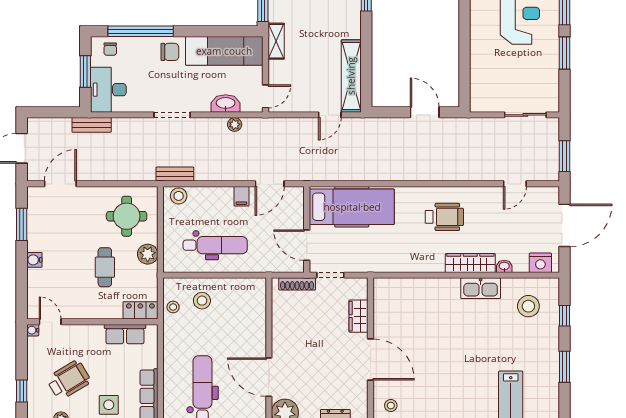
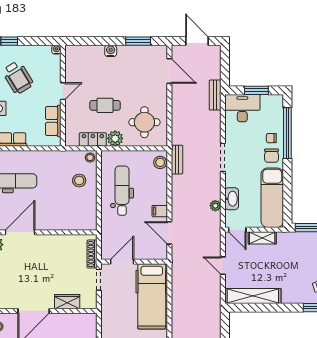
shelving: (276, 41) -> (262, 238), moved
chair: (110, 49) -> (271, 138), moved
door: (330, 115) -> (223, 266), moved
dental chair: (215, 245) -> (122, 191), turned 180
stool: (173, 307) -> (90, 158), moved
locker: (140, 310) -> (93, 140), moved, turned -90
door: (50, 322) -> (63, 91), moved

